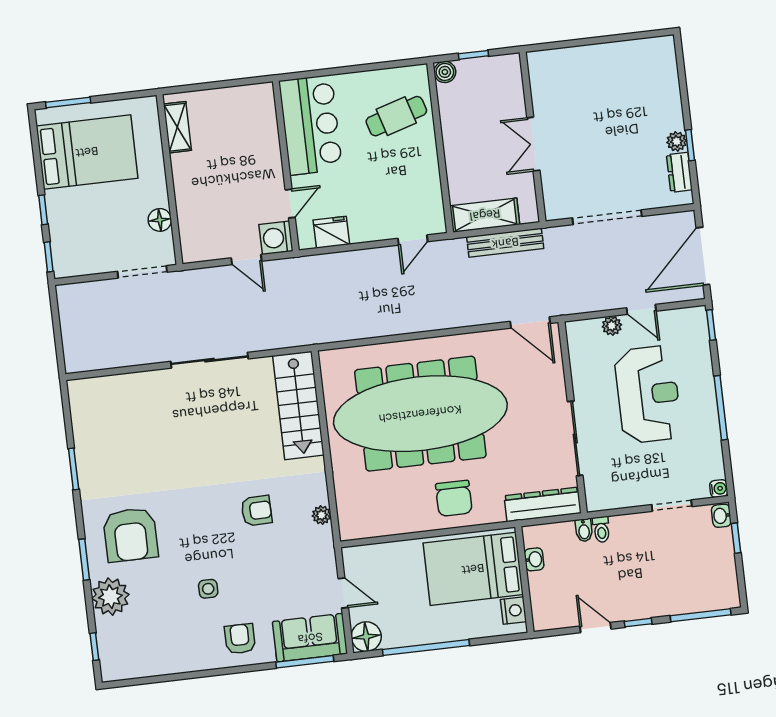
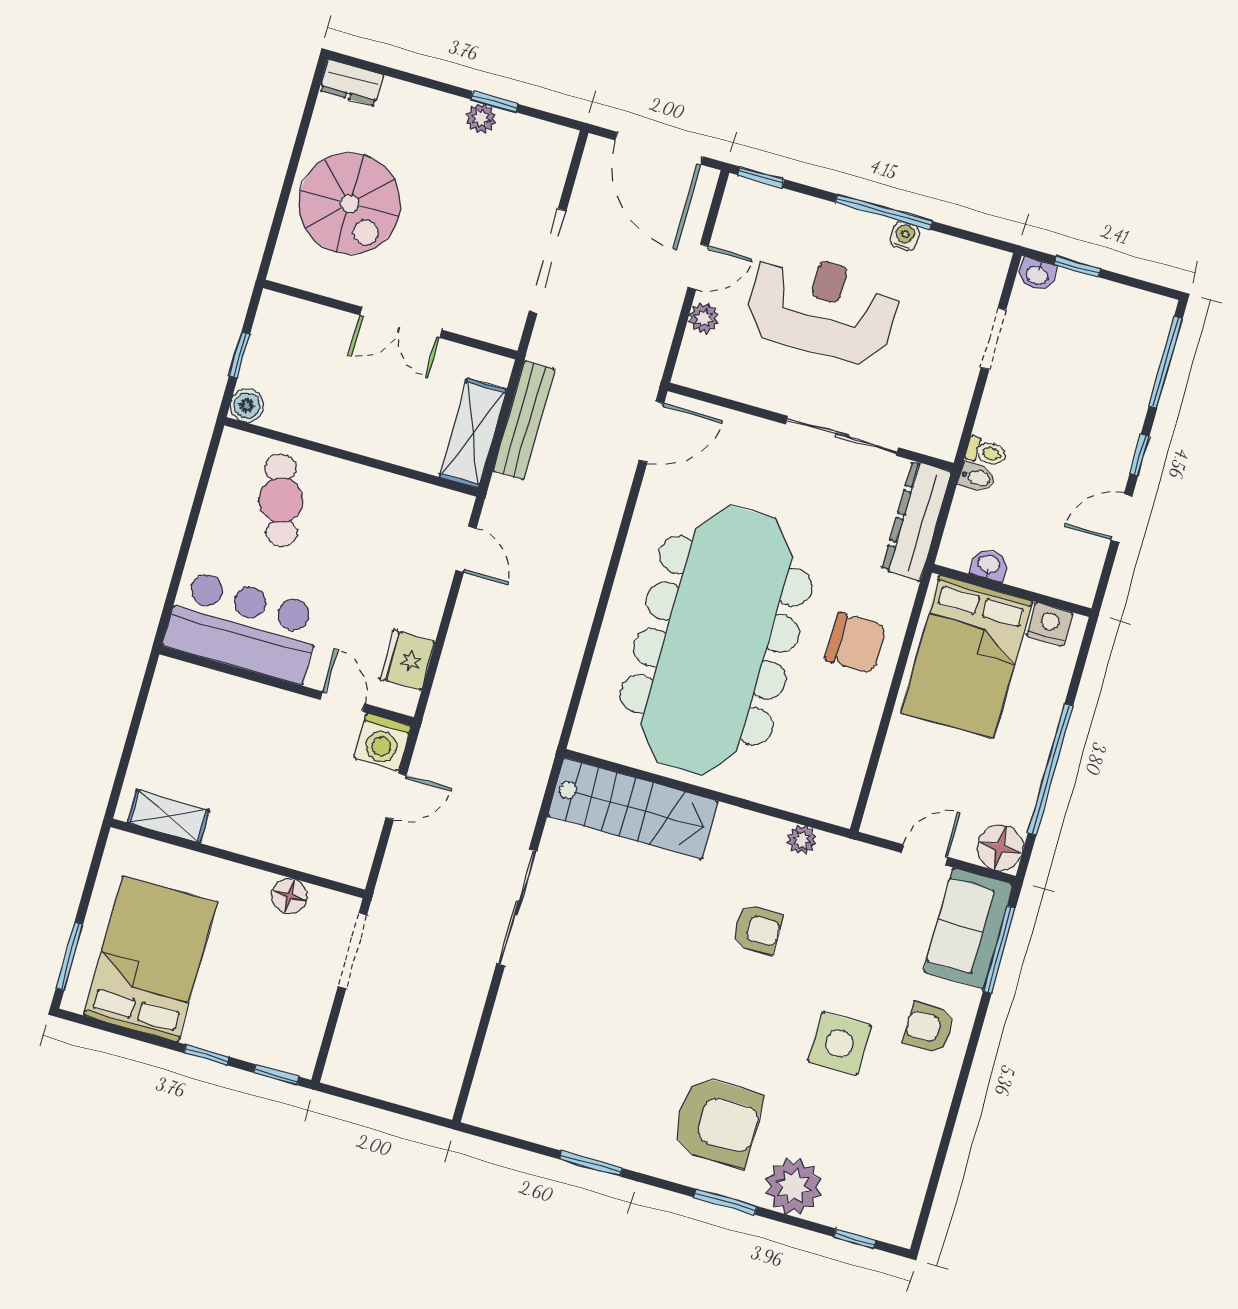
spiral stairs: (592, 83) -> (350, 203), added
dresser: (679, 172) -> (351, 83), moved
water cooler: (719, 488) -> (905, 236), moved
armchair: (257, 511) -> (757, 929), turned 91
side table: (208, 589) -> (840, 1043), width x1.87, depth x1.87

